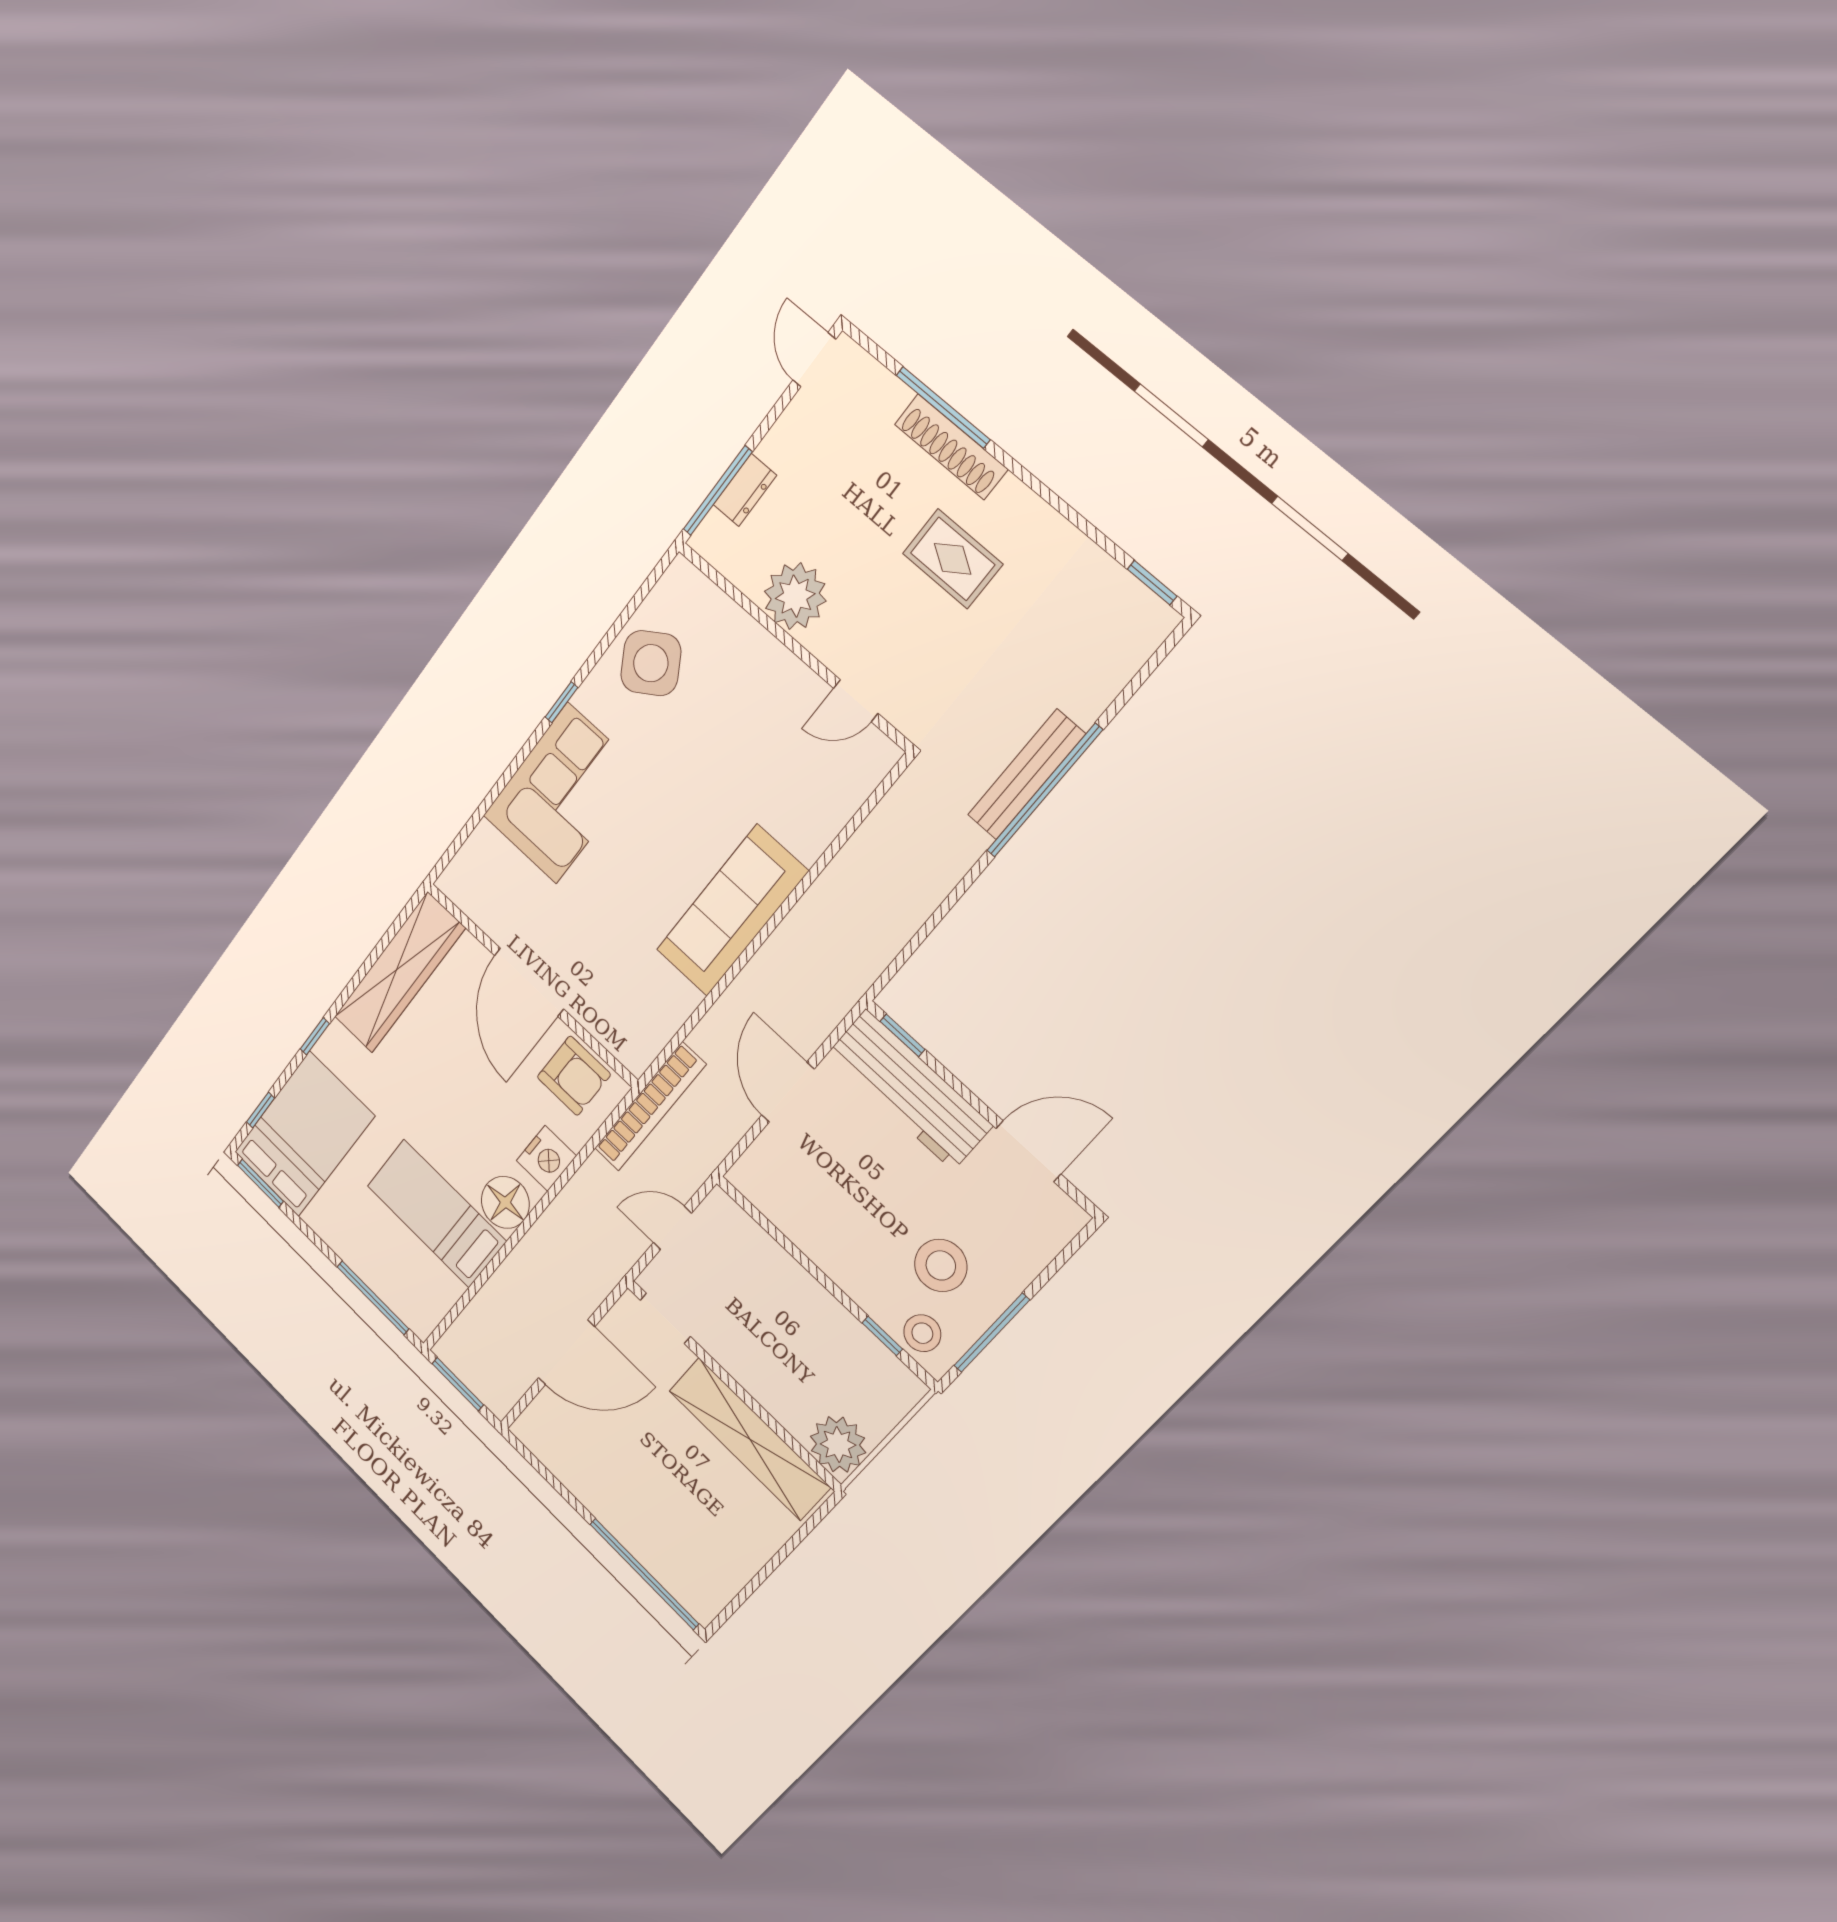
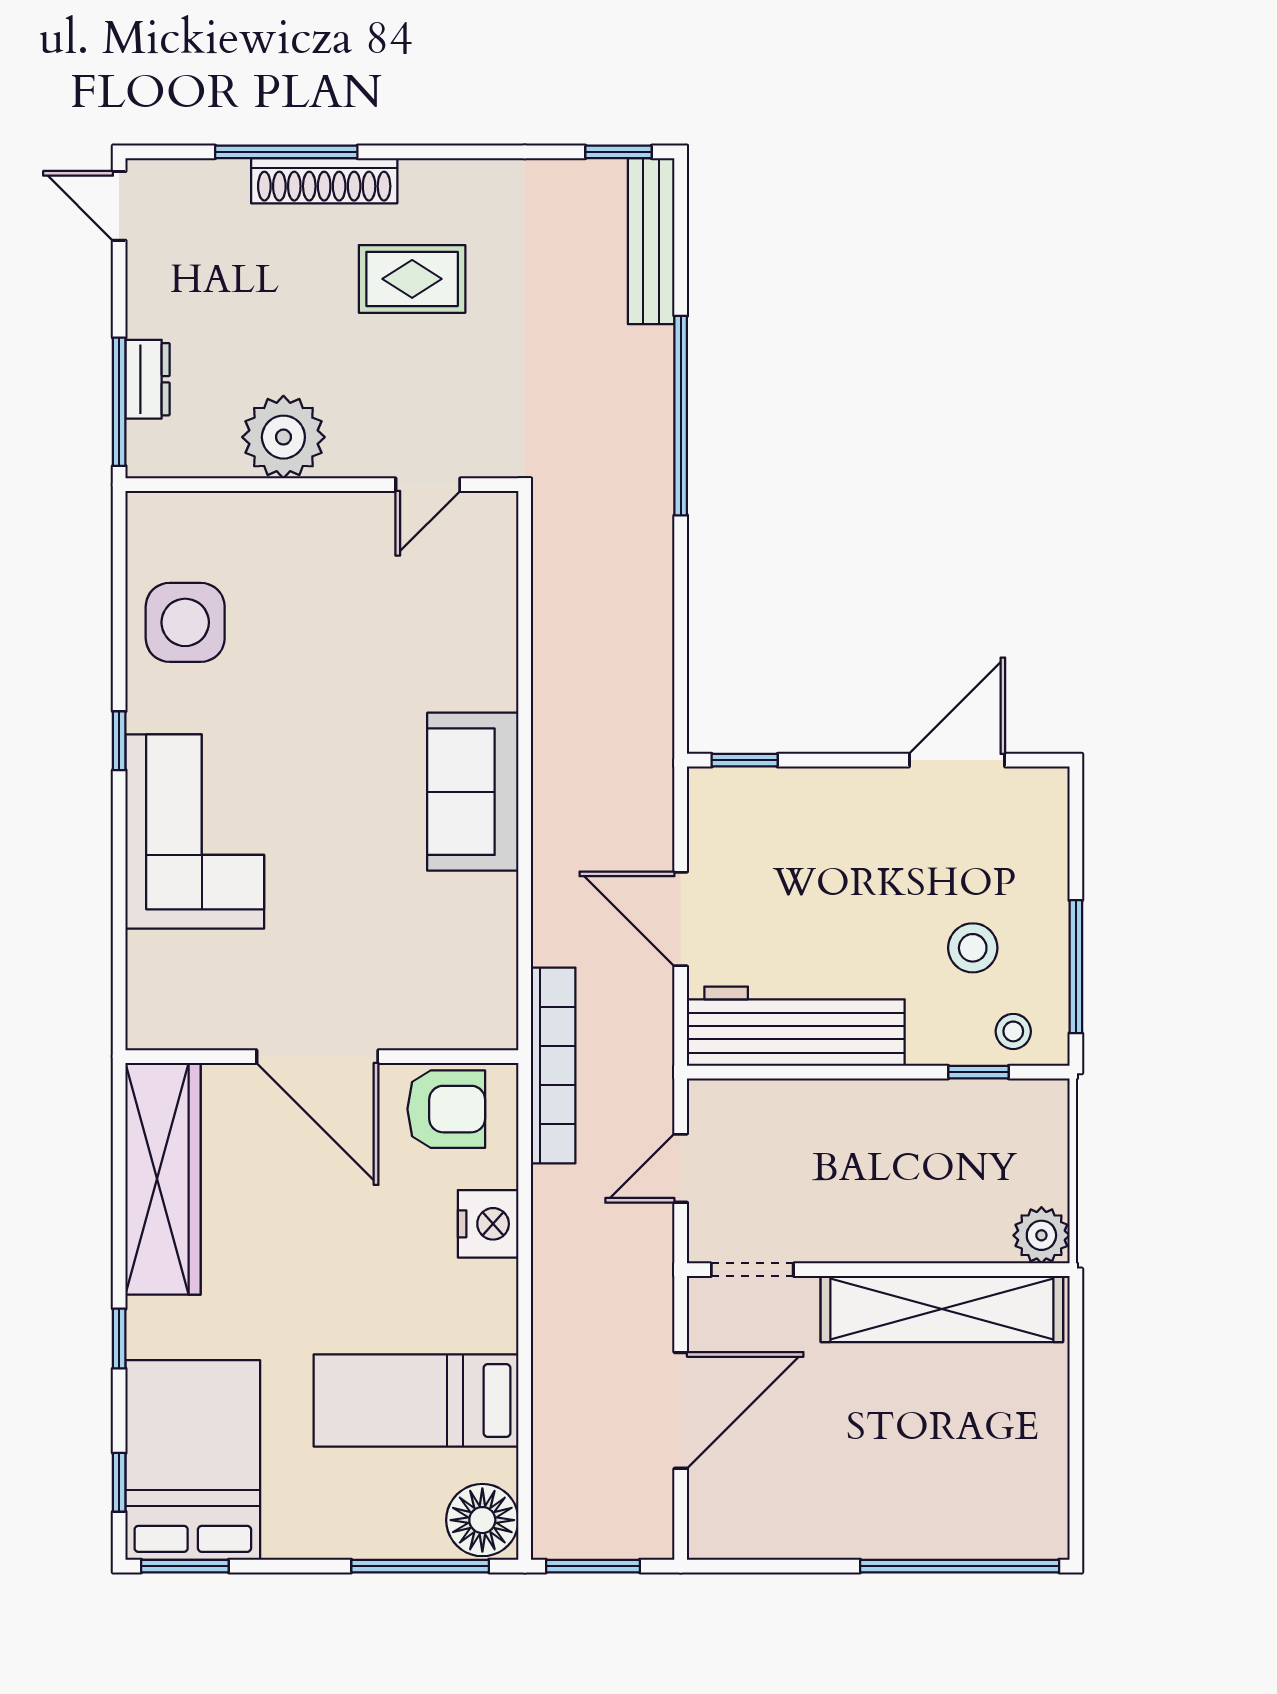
side table: (651, 663) -> (185, 622), turned 32
bench: (1026, 775) -> (651, 241), moved
sofa: (732, 911) -> (473, 792), width x0.73
workbench: (909, 1089) -> (796, 1026), moved, turned 180
floor lamp: (505, 1202) -> (482, 1520), moved
stool: (941, 1265) -> (973, 948), width x0.73, depth x0.73
stool: (922, 1333) -> (1013, 1031), width x0.73, depth x0.73
plant: (838, 1444) -> (1041, 1235), width x0.73, depth x0.73

